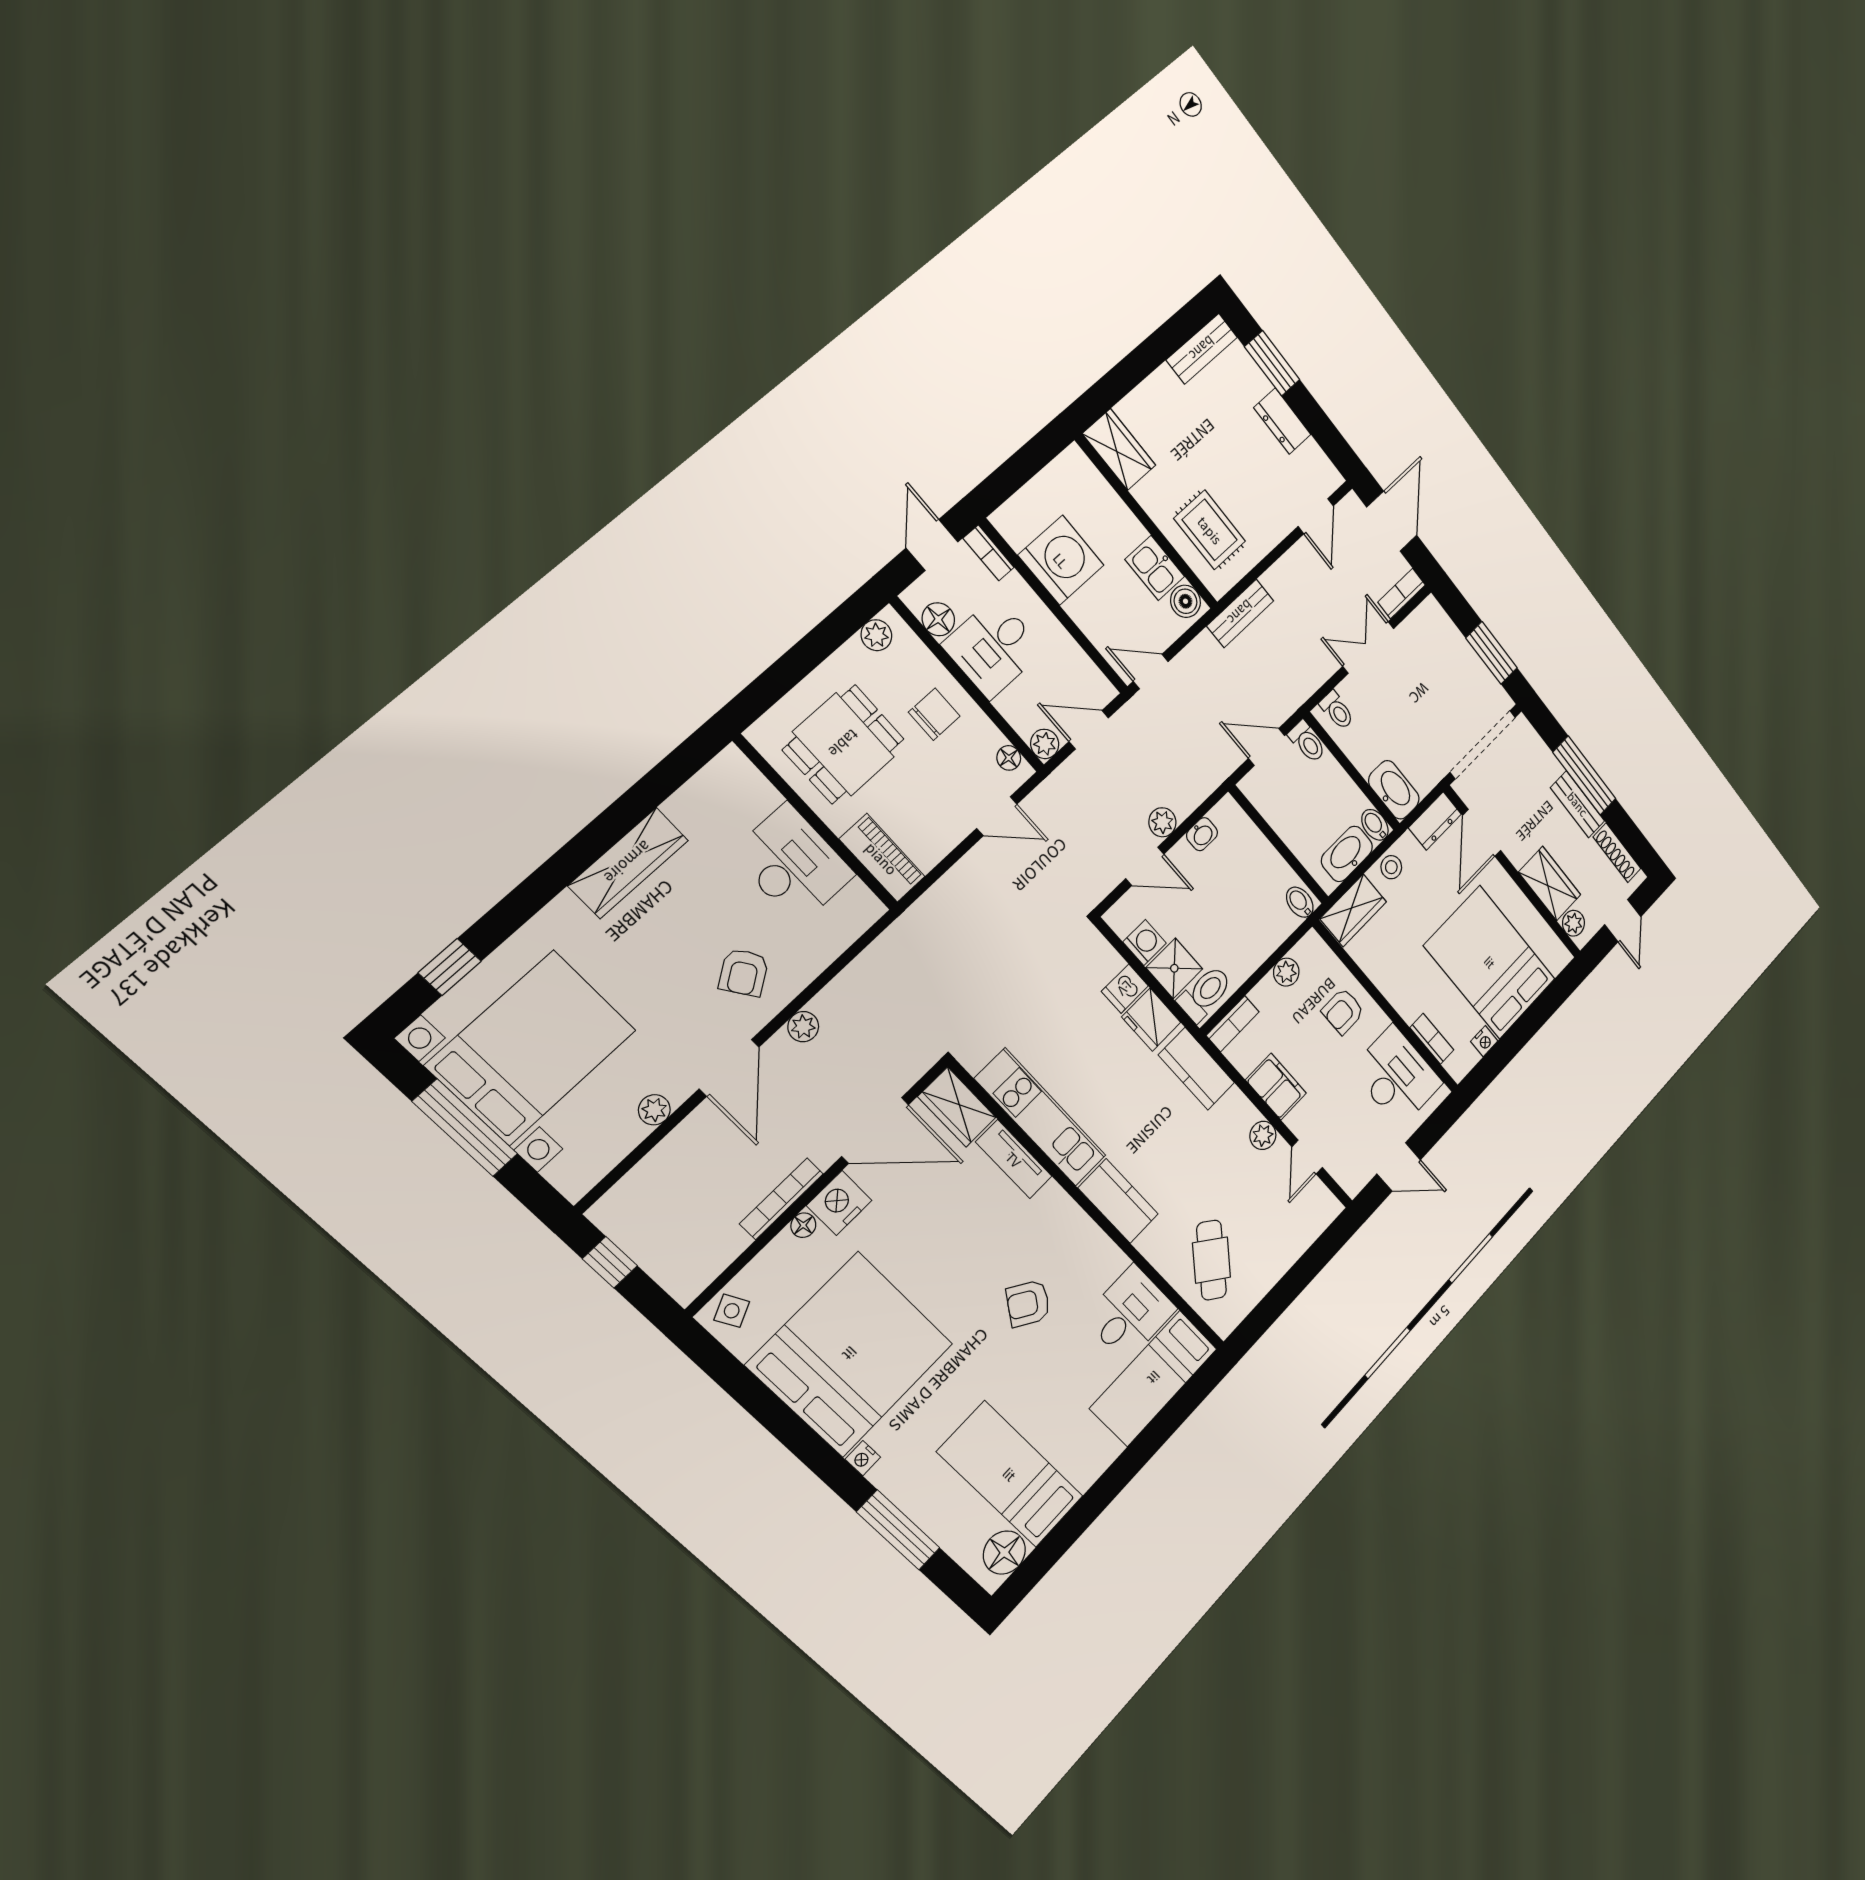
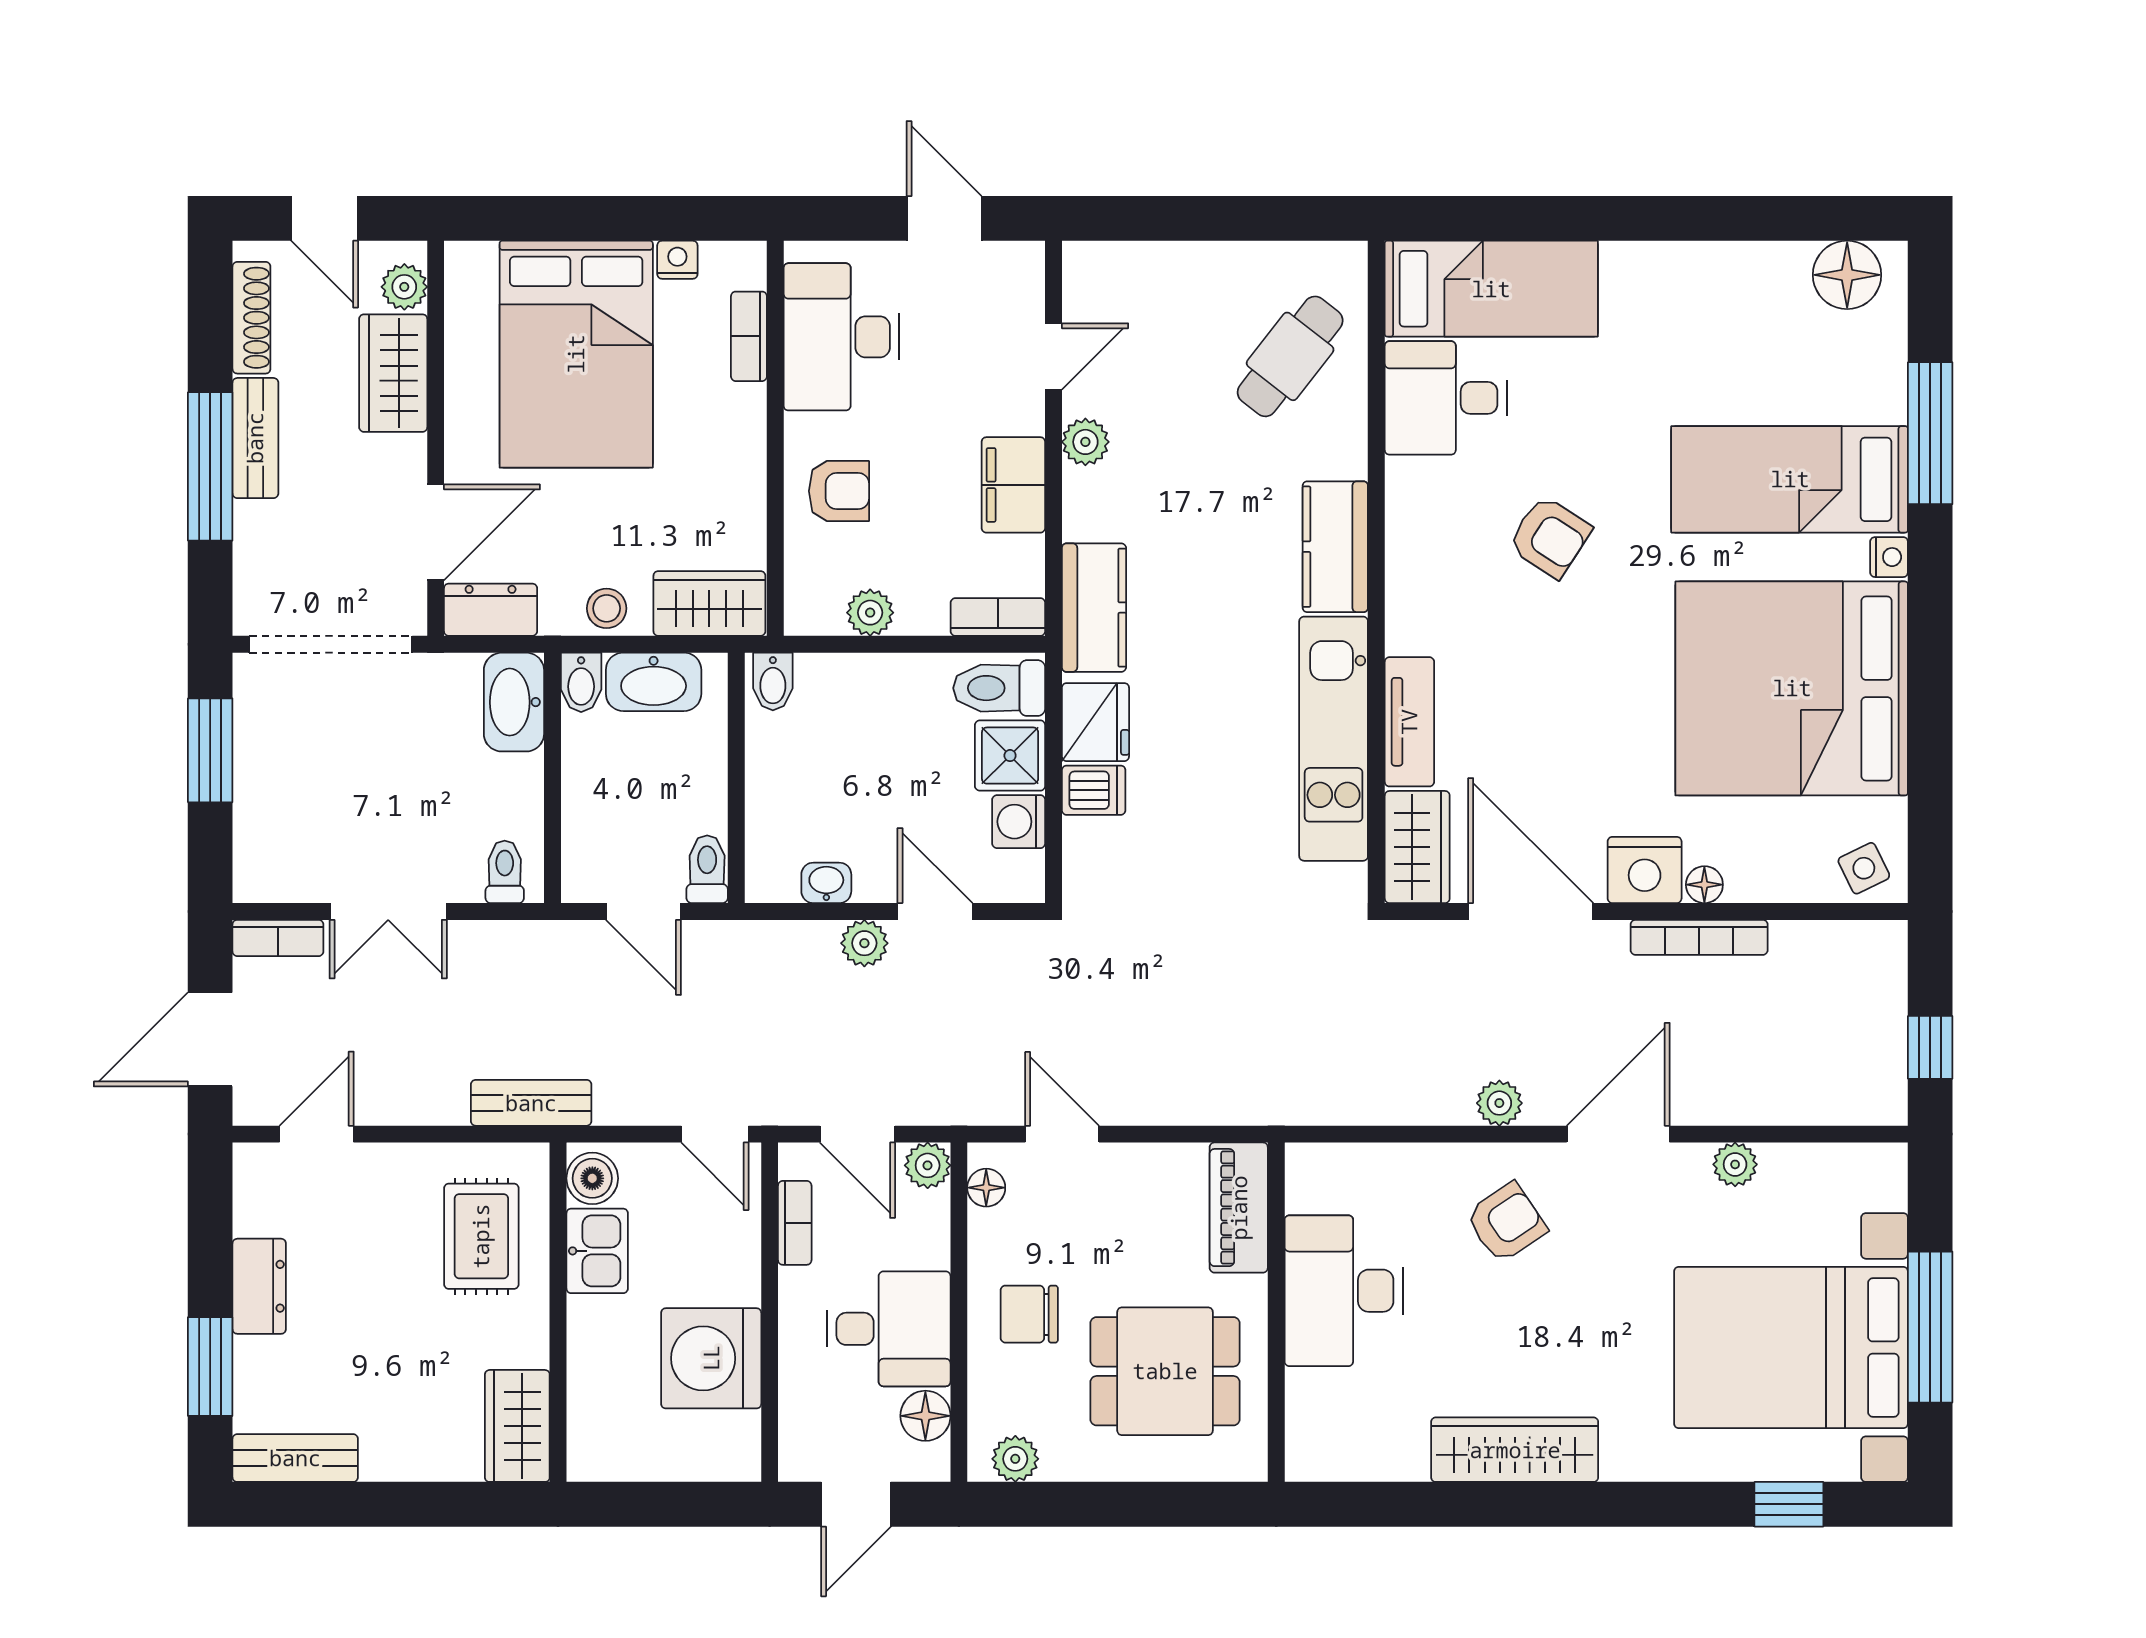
bookcase: (989, 553) -> (795, 1223), moved
toilet: (1307, 742) -> (707, 869), moved
door: (1623, 921) -> (325, 218), swing flipped
bed: (1010, 1474) -> (1790, 479), moved, turned 90

